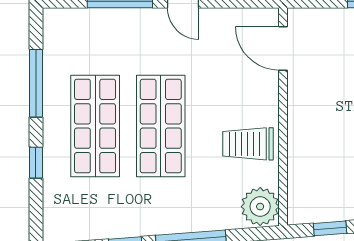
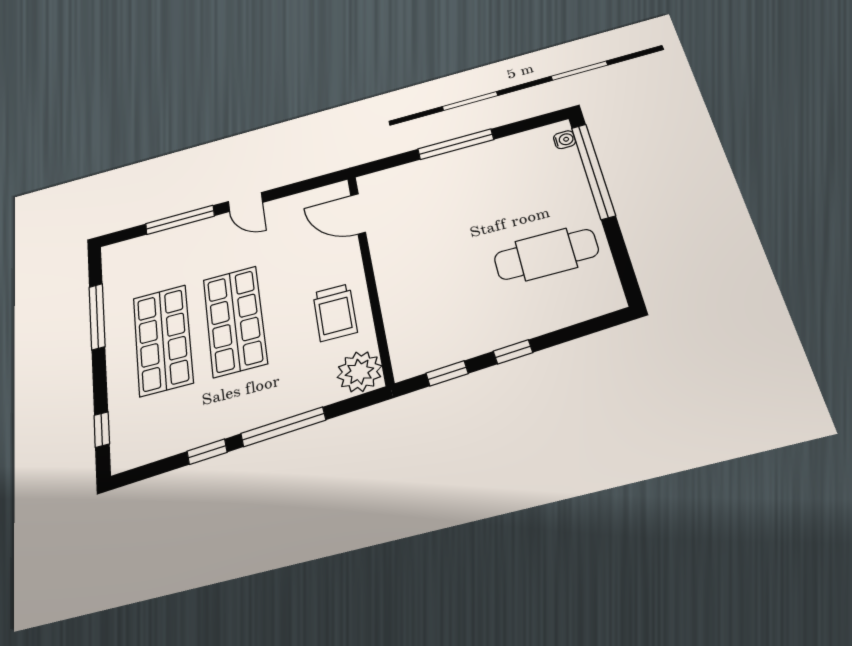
trolley: (248, 144) -> (335, 312), turned -90
window: (36, 163) -> (102, 430), moved

